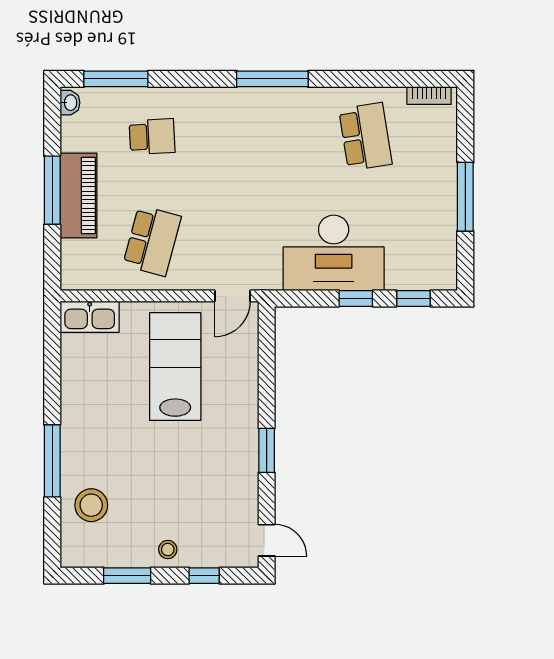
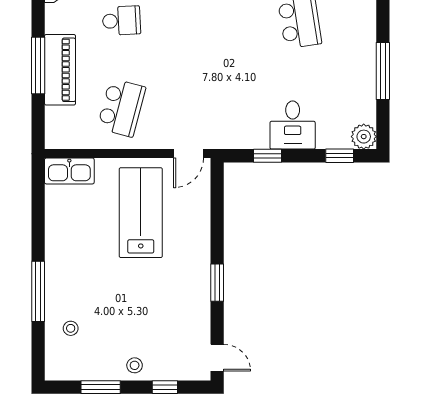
desk: (334, 253) -> (293, 125), width x0.53, depth x0.77
plant: (442, 275) -> (364, 137), added
window: (356, 298) -> (267, 156), moved
stool: (91, 505) -> (71, 328), width x0.53, depth x0.53

